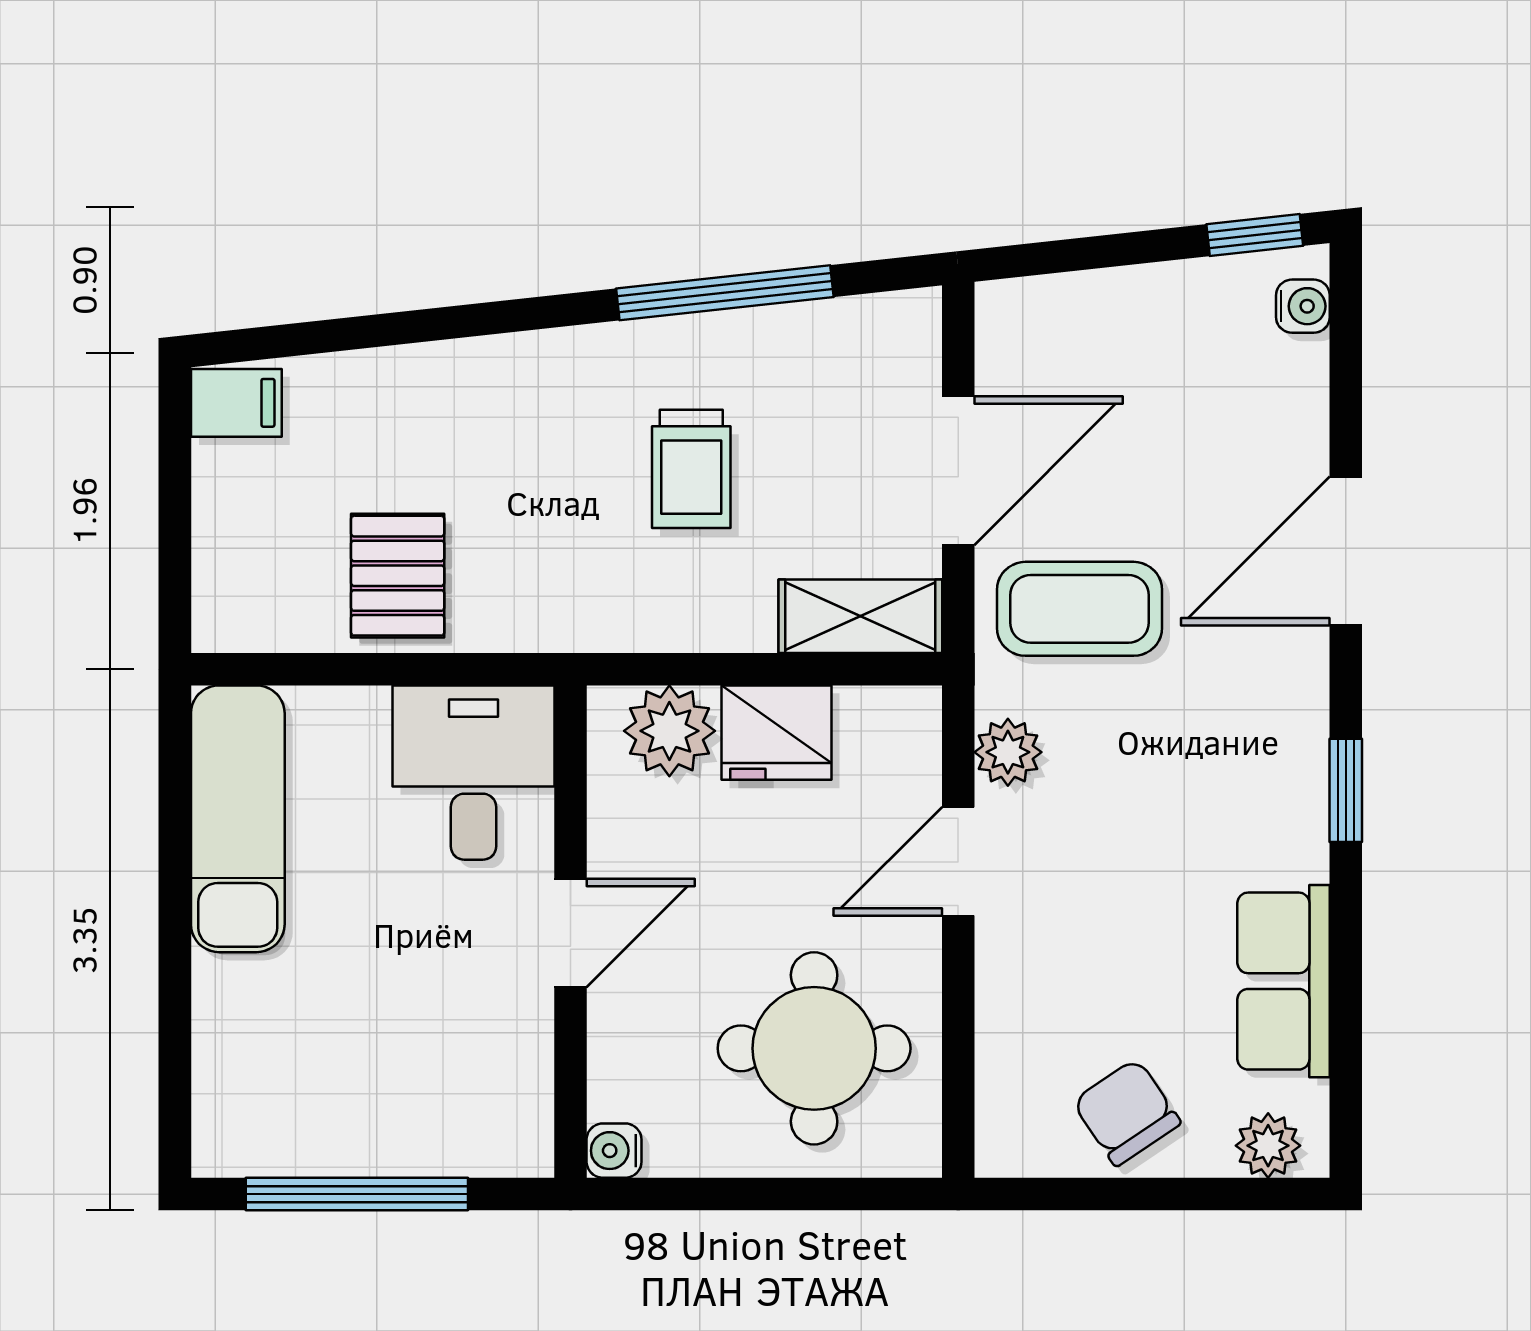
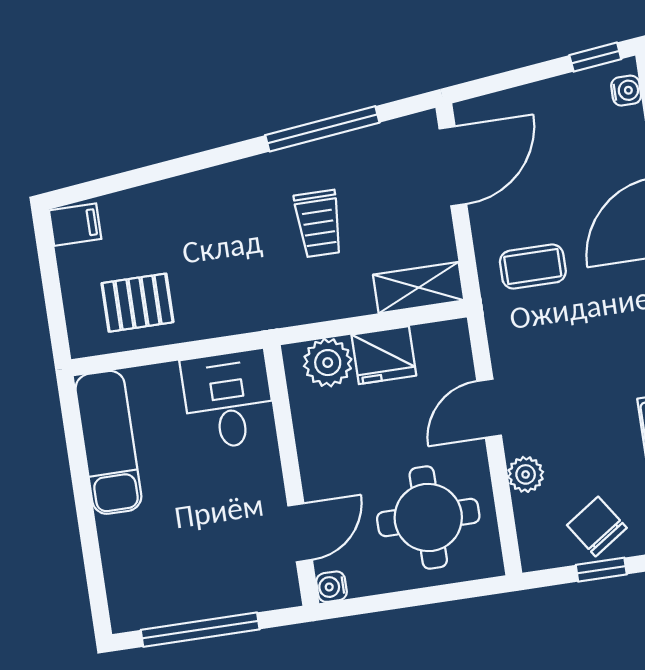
door: (958, 471) -> (453, 166), moved
pallet: (398, 576) -> (137, 303), moved, turned 90
coffee table: (1080, 609) -> (533, 267), width x0.73, depth x0.77
plant: (1008, 752) -> (526, 474), moved
door: (571, 933) -> (300, 533), moved
window: (1123, 1194) -> (601, 570), added

